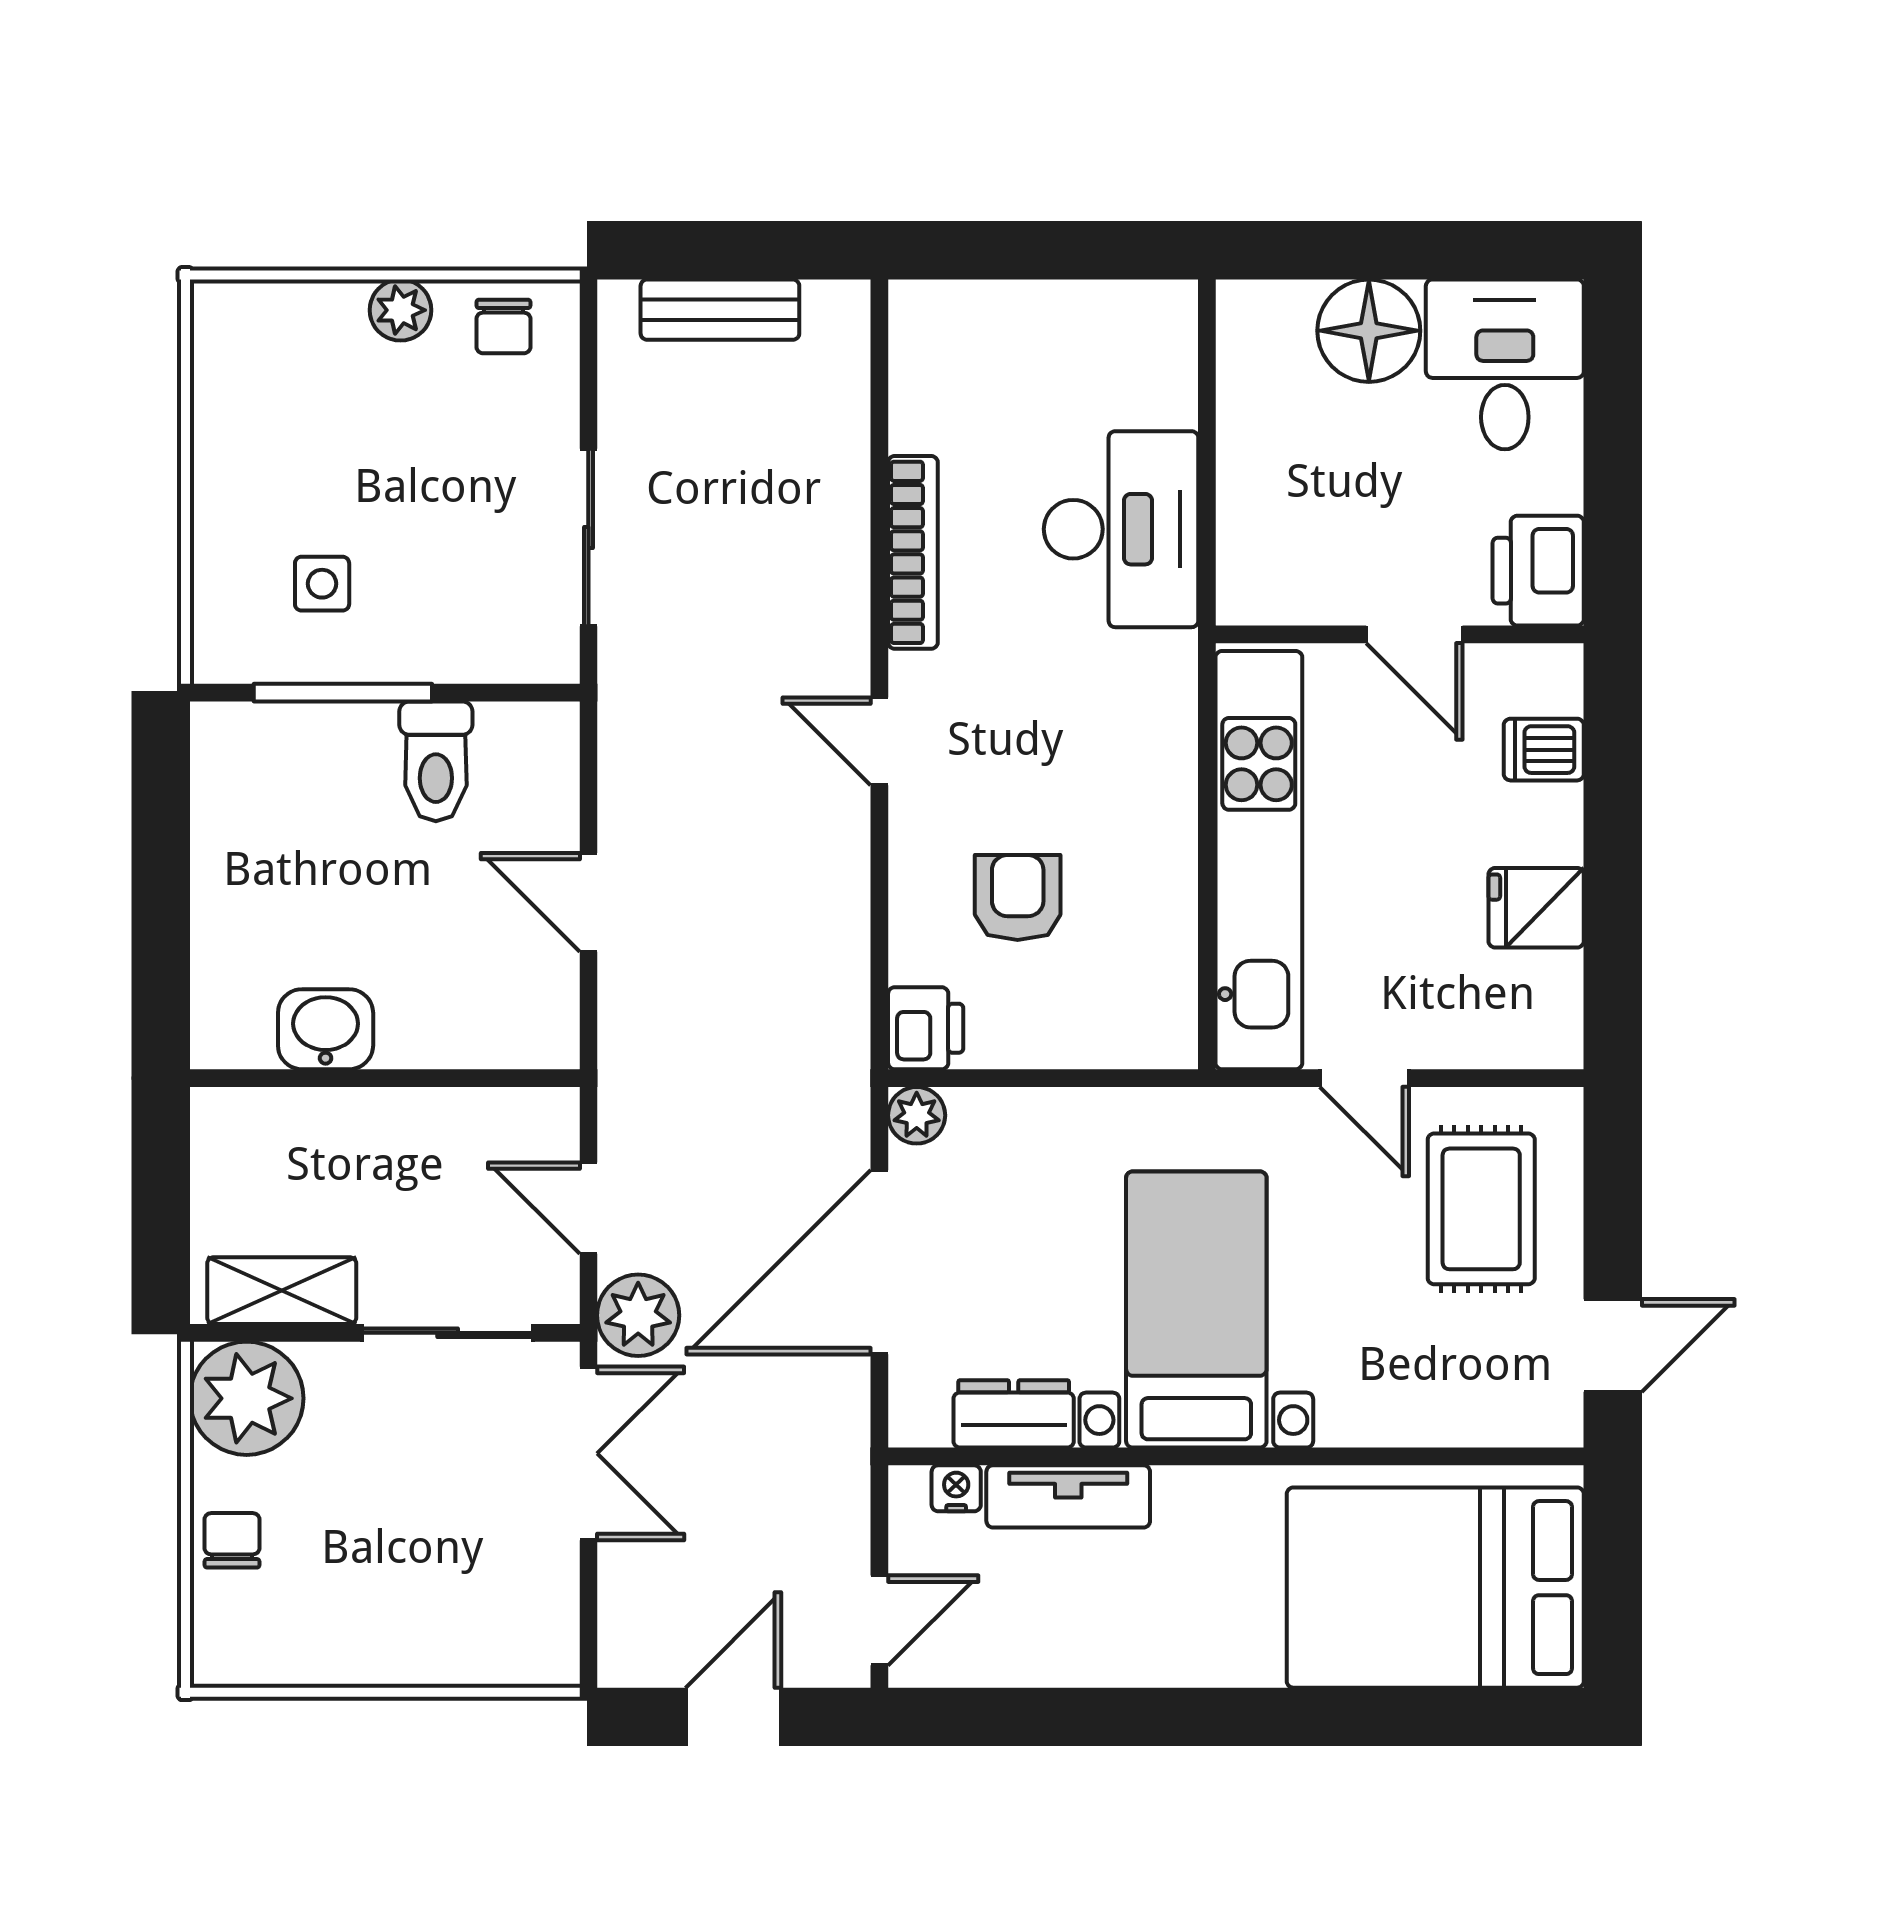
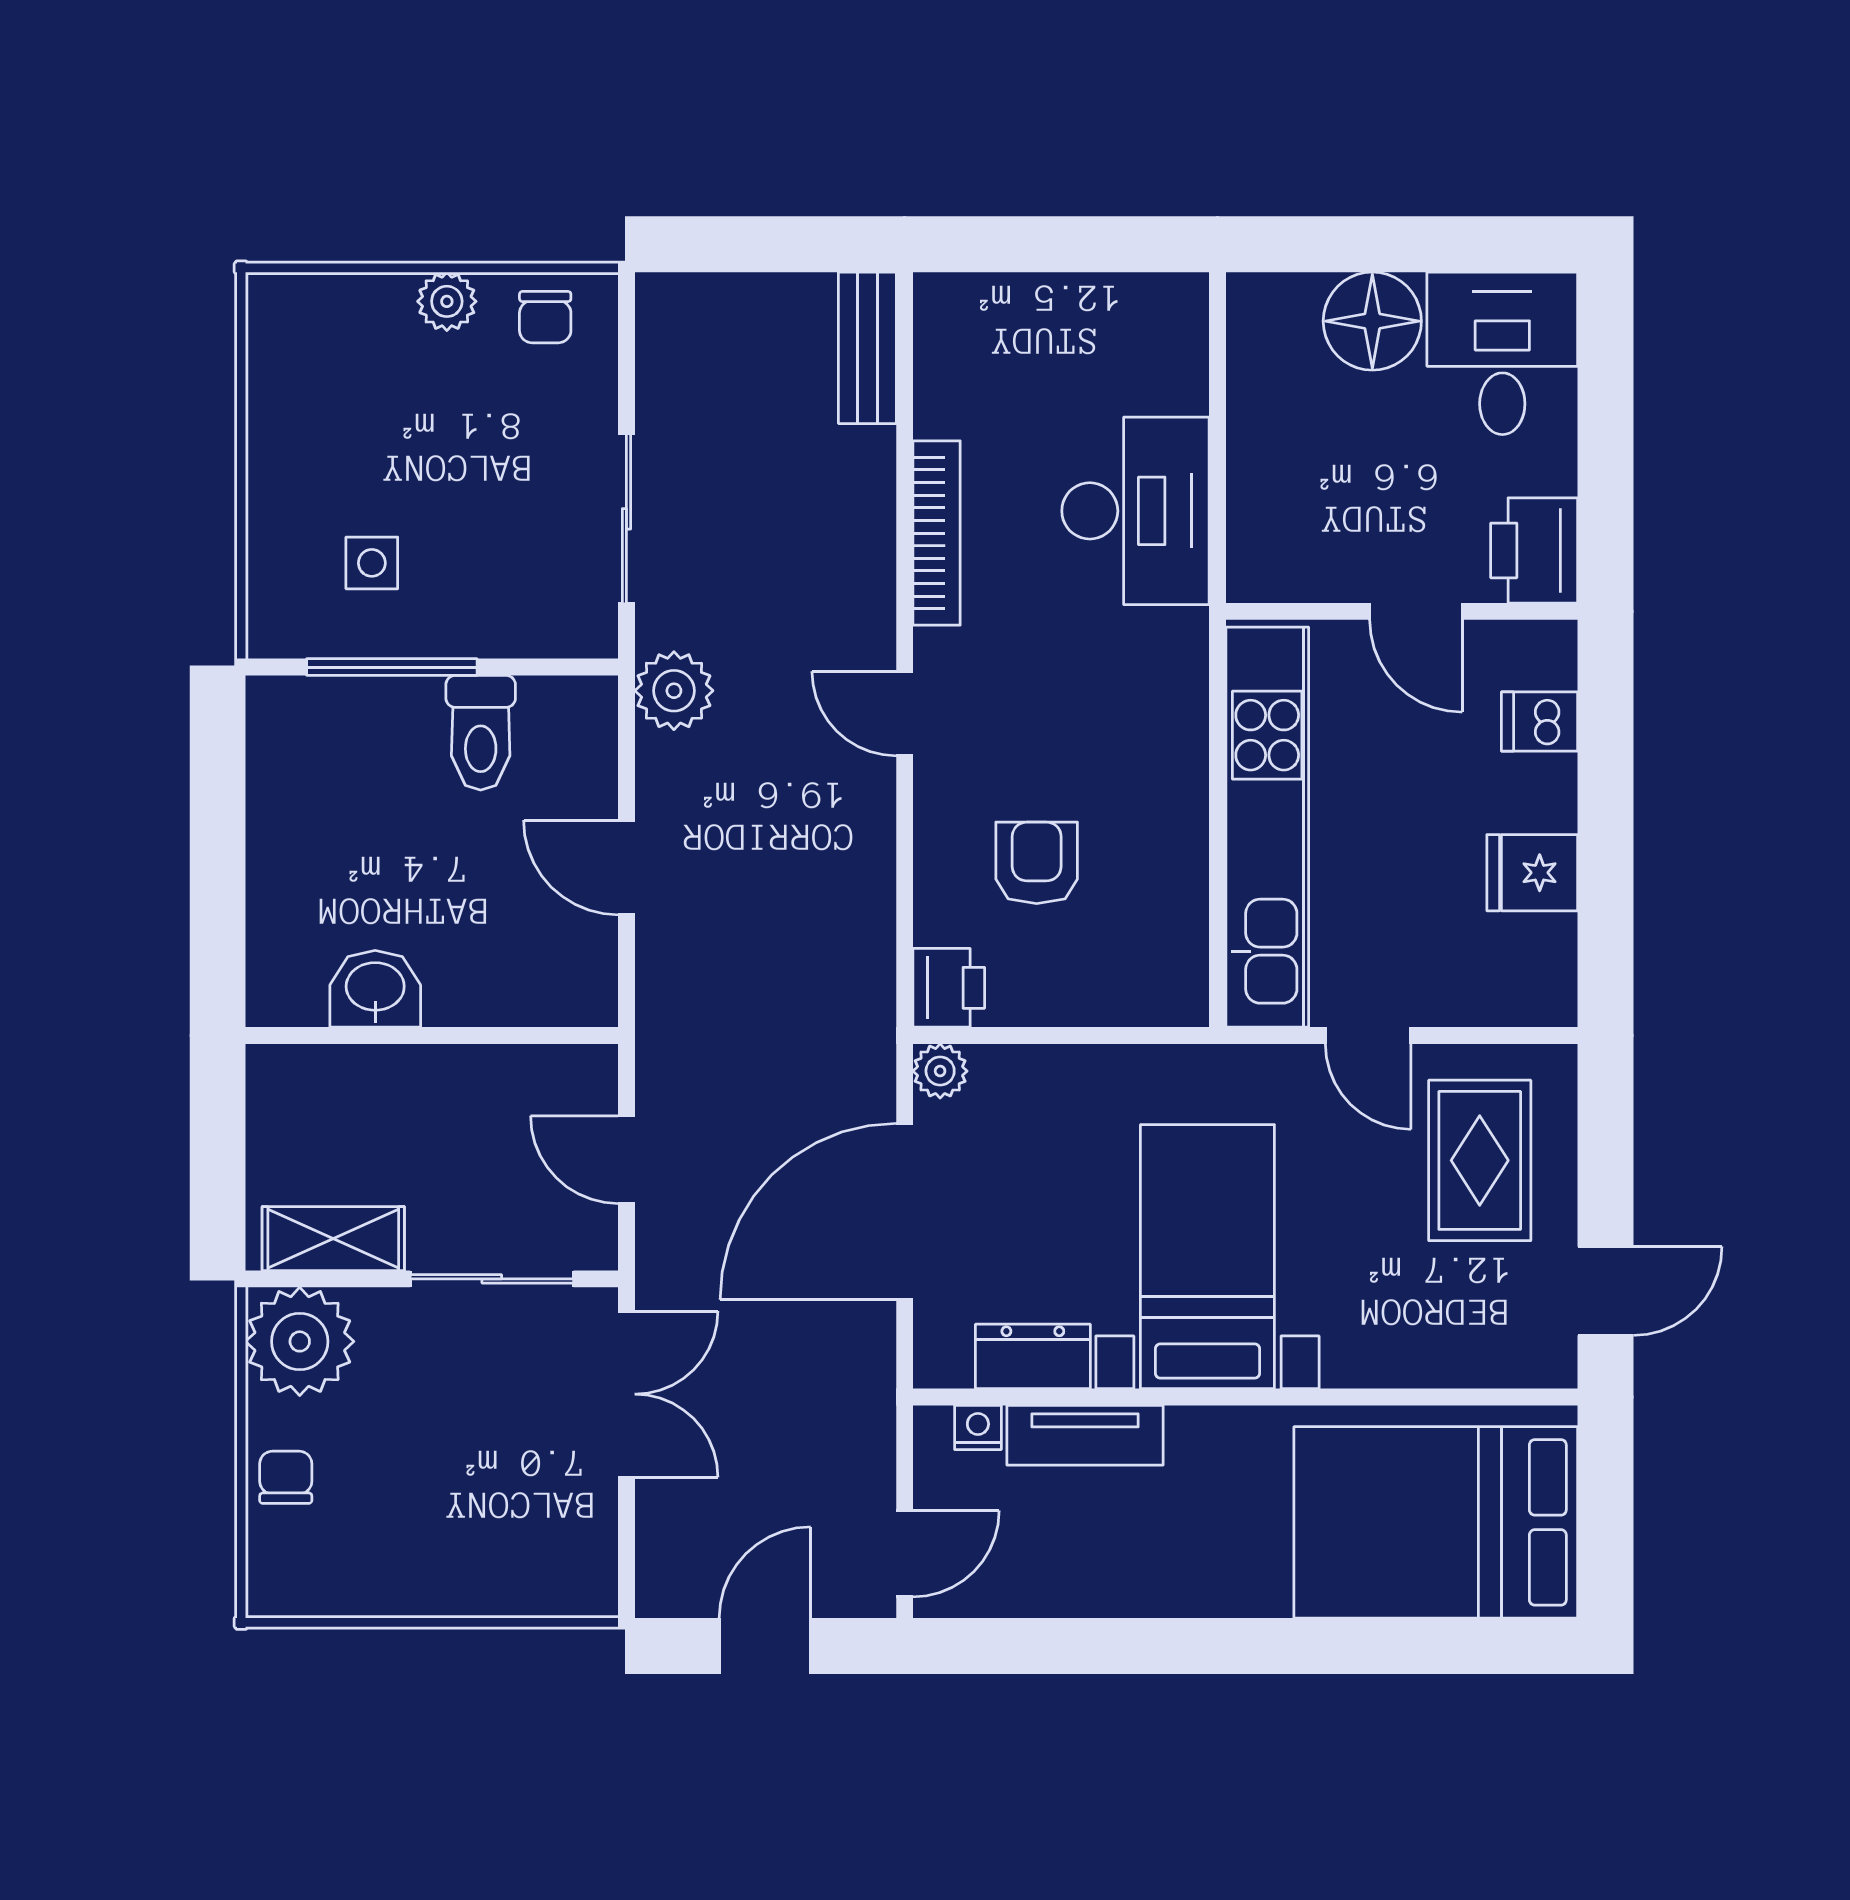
bench: (720, 310) -> (867, 348), moved, turned 90
plant: (638, 1315) -> (674, 691), moved

